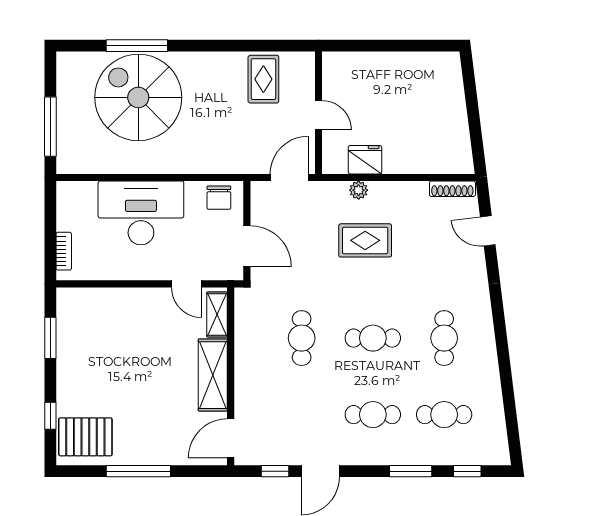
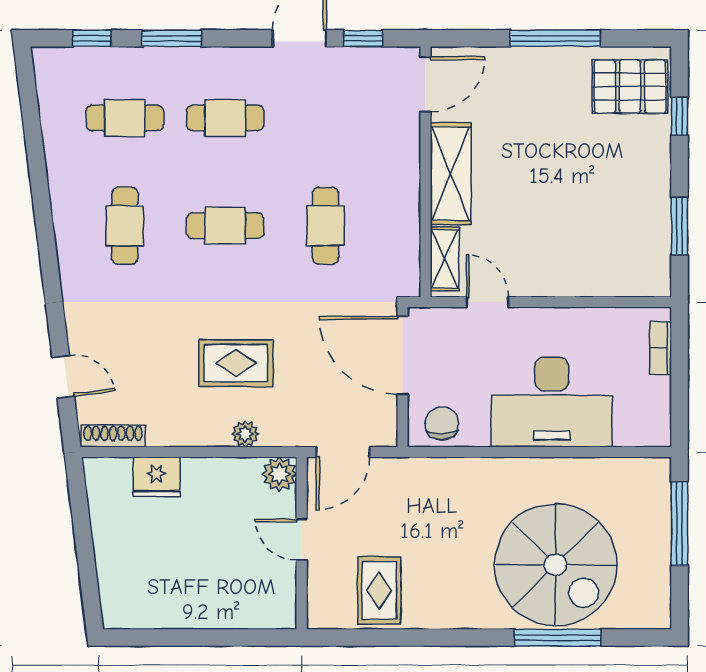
fridge: (365, 160) -> (157, 477), moved
plant: (334, 162) -> (279, 474), added
door: (247, 246) -> (403, 355), width x1.36

